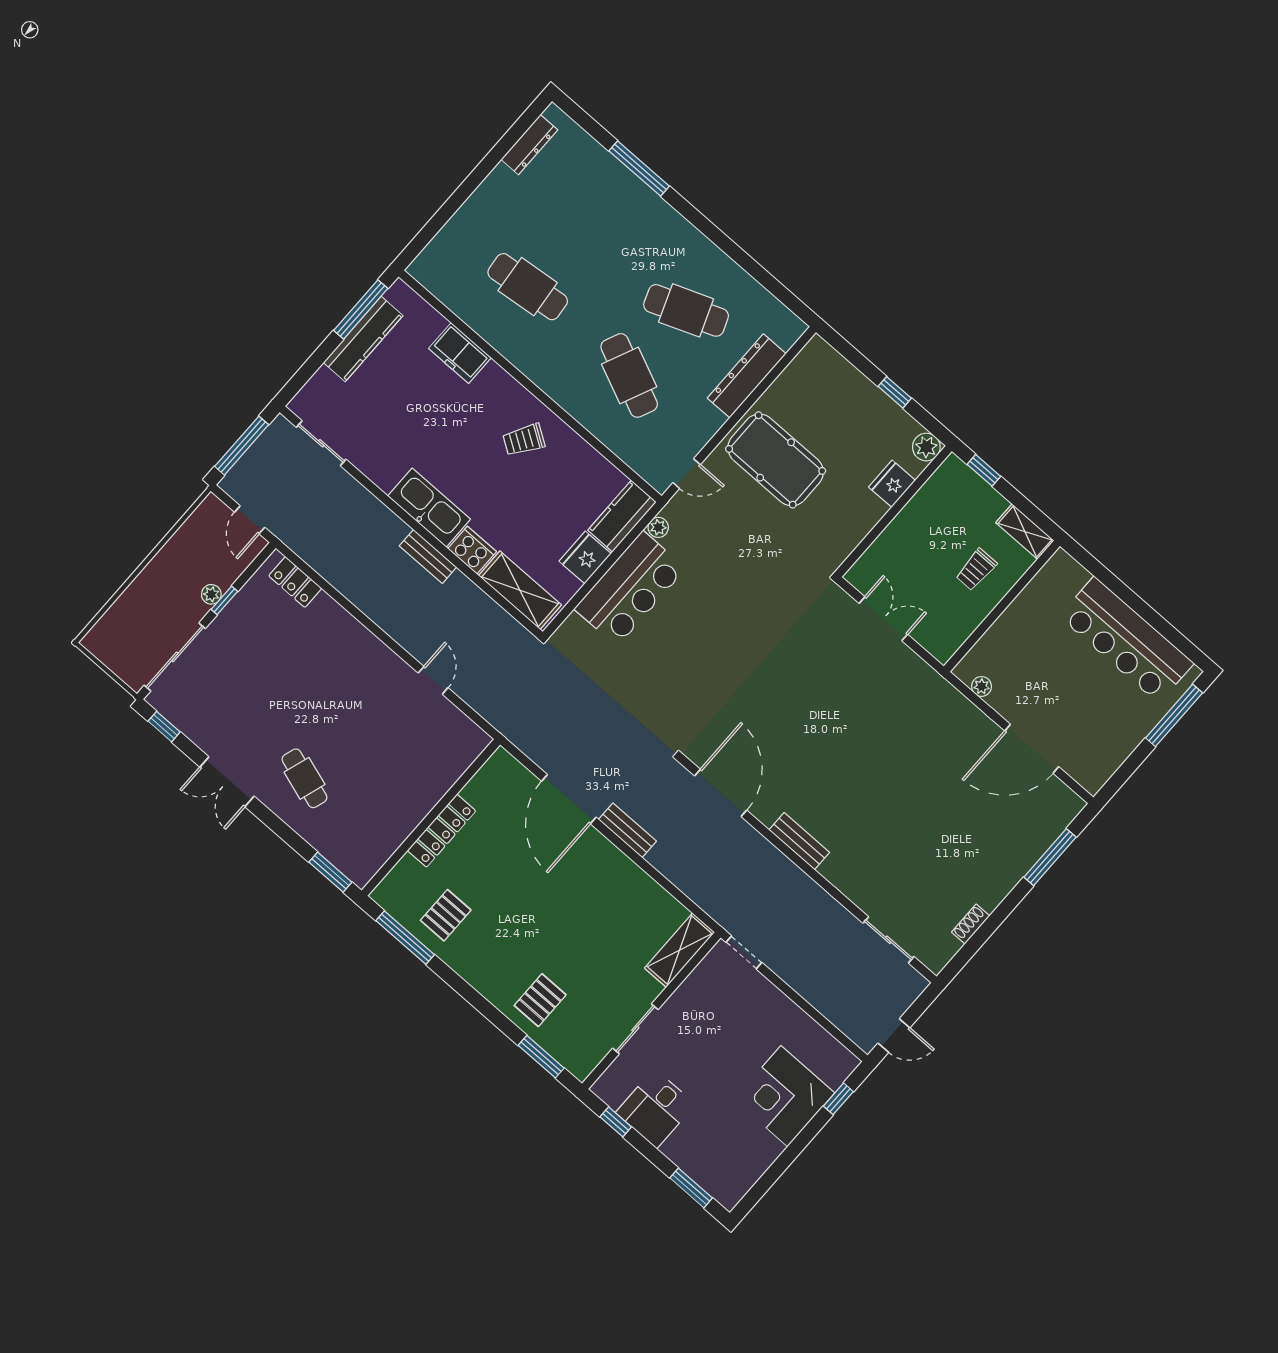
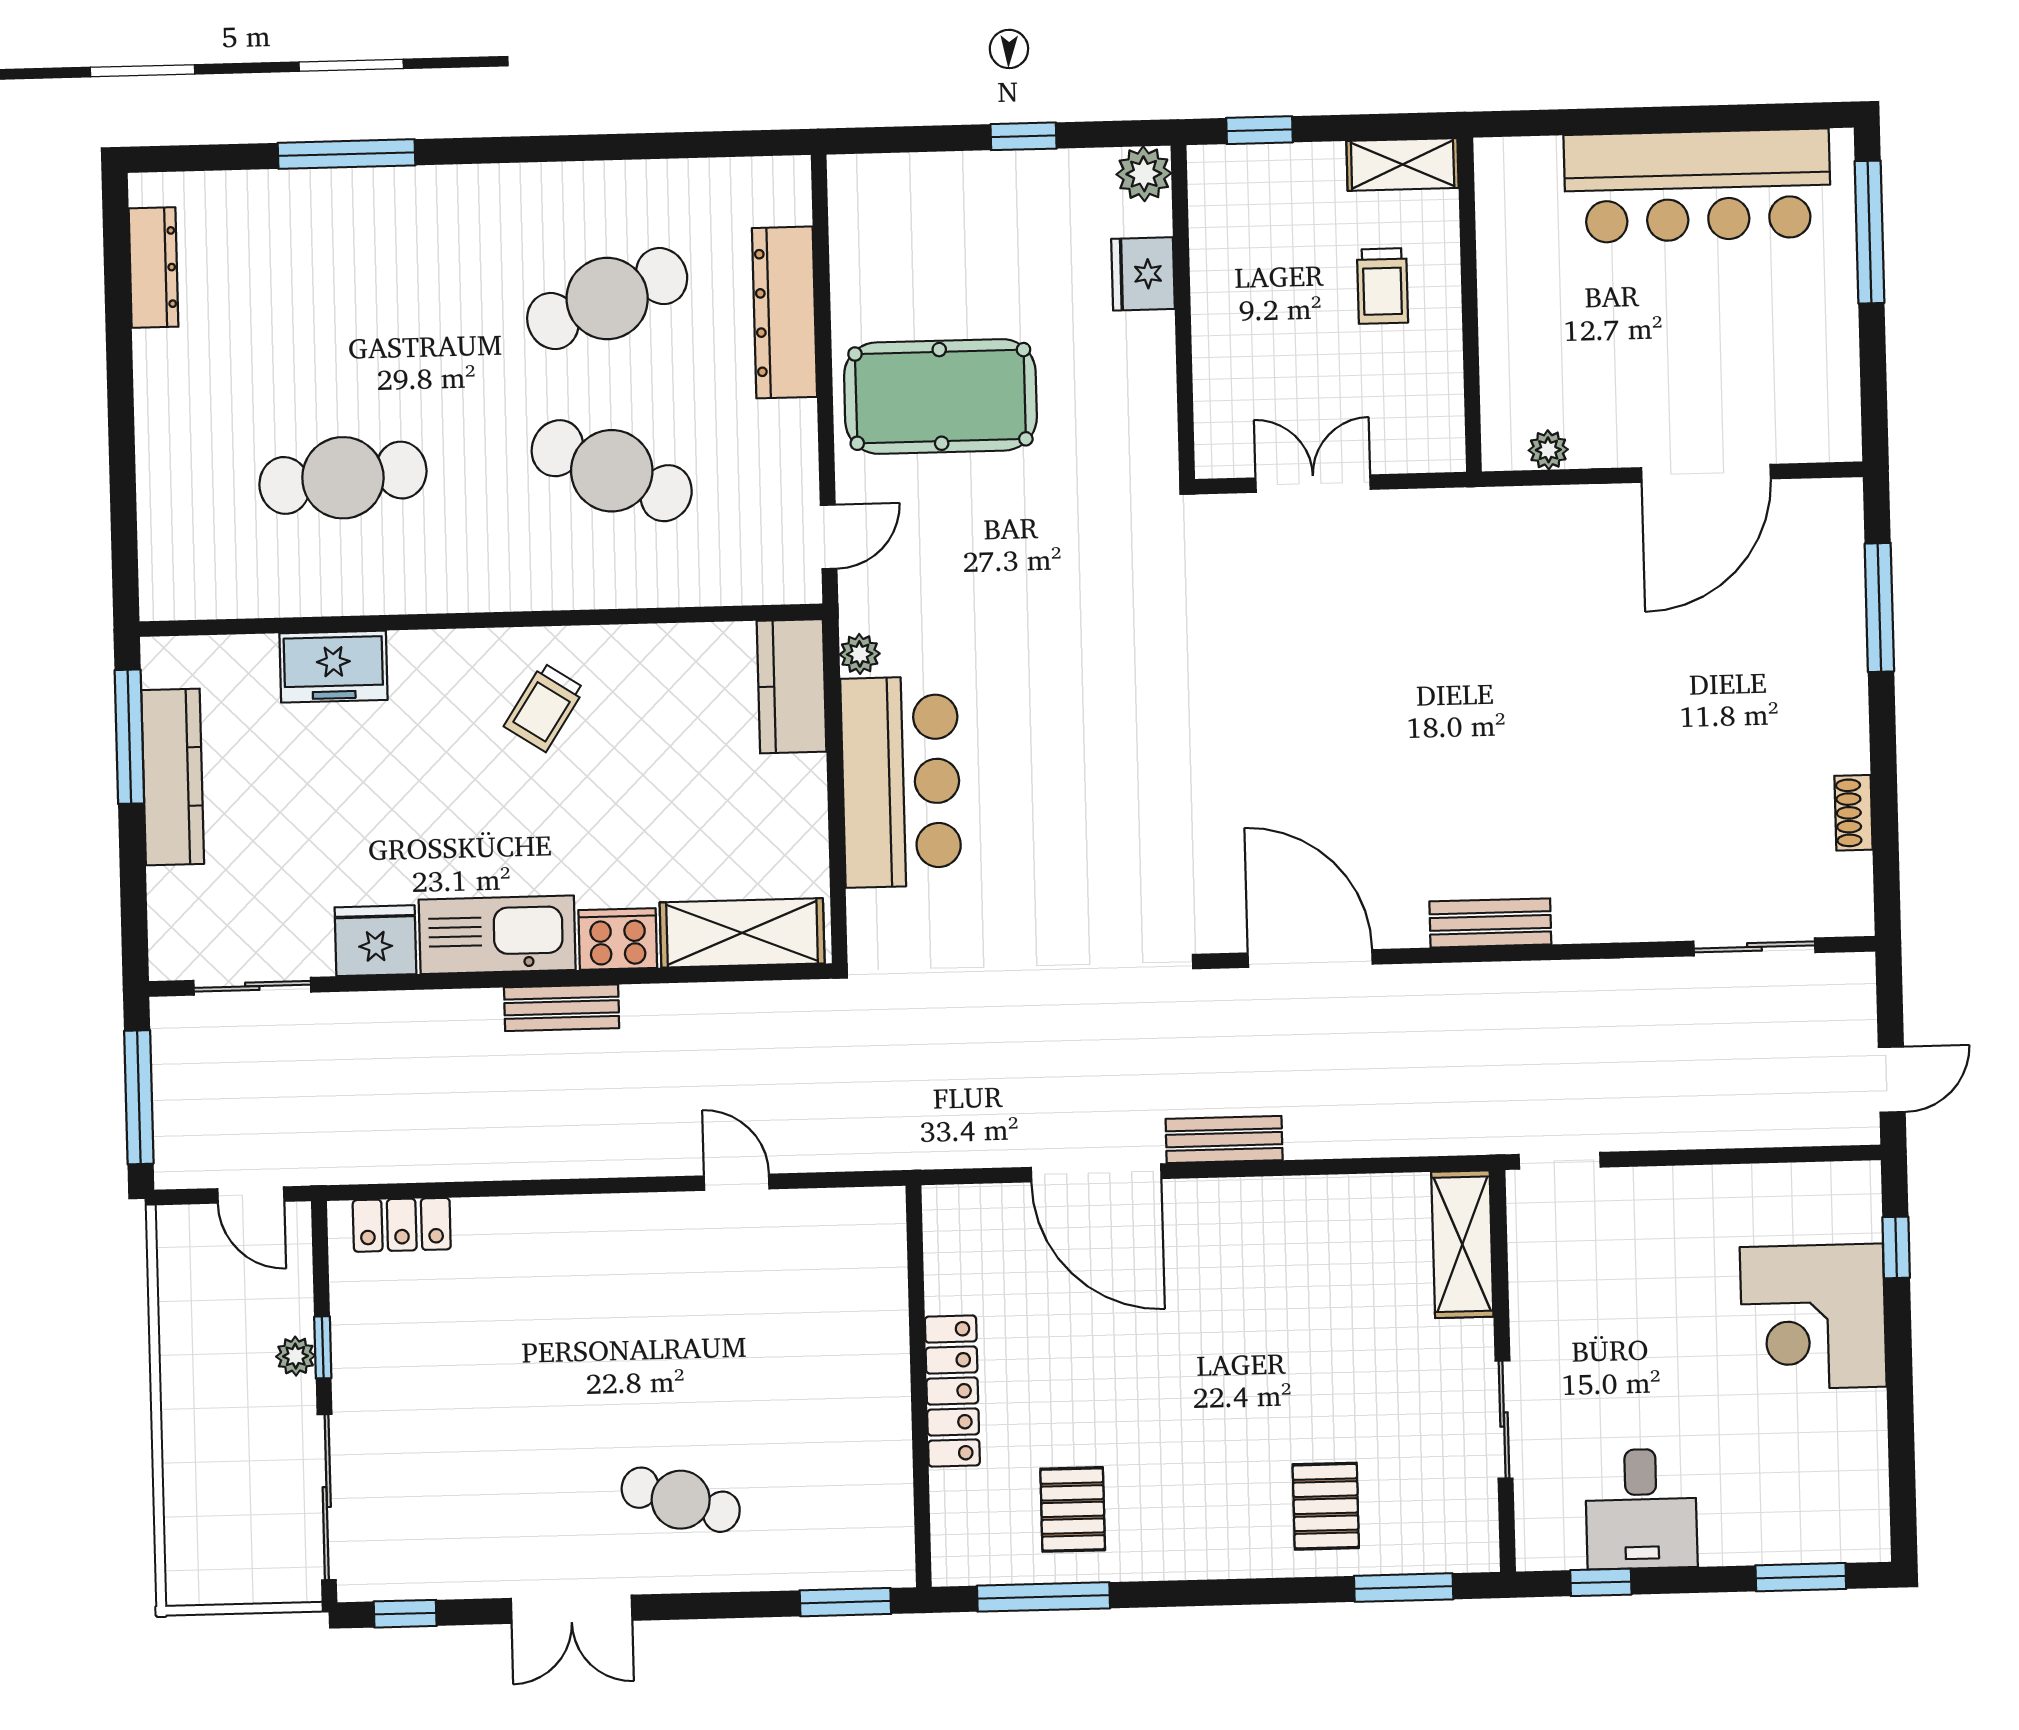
fridge: (585, 557) -> (375, 941), moved, turned 90

